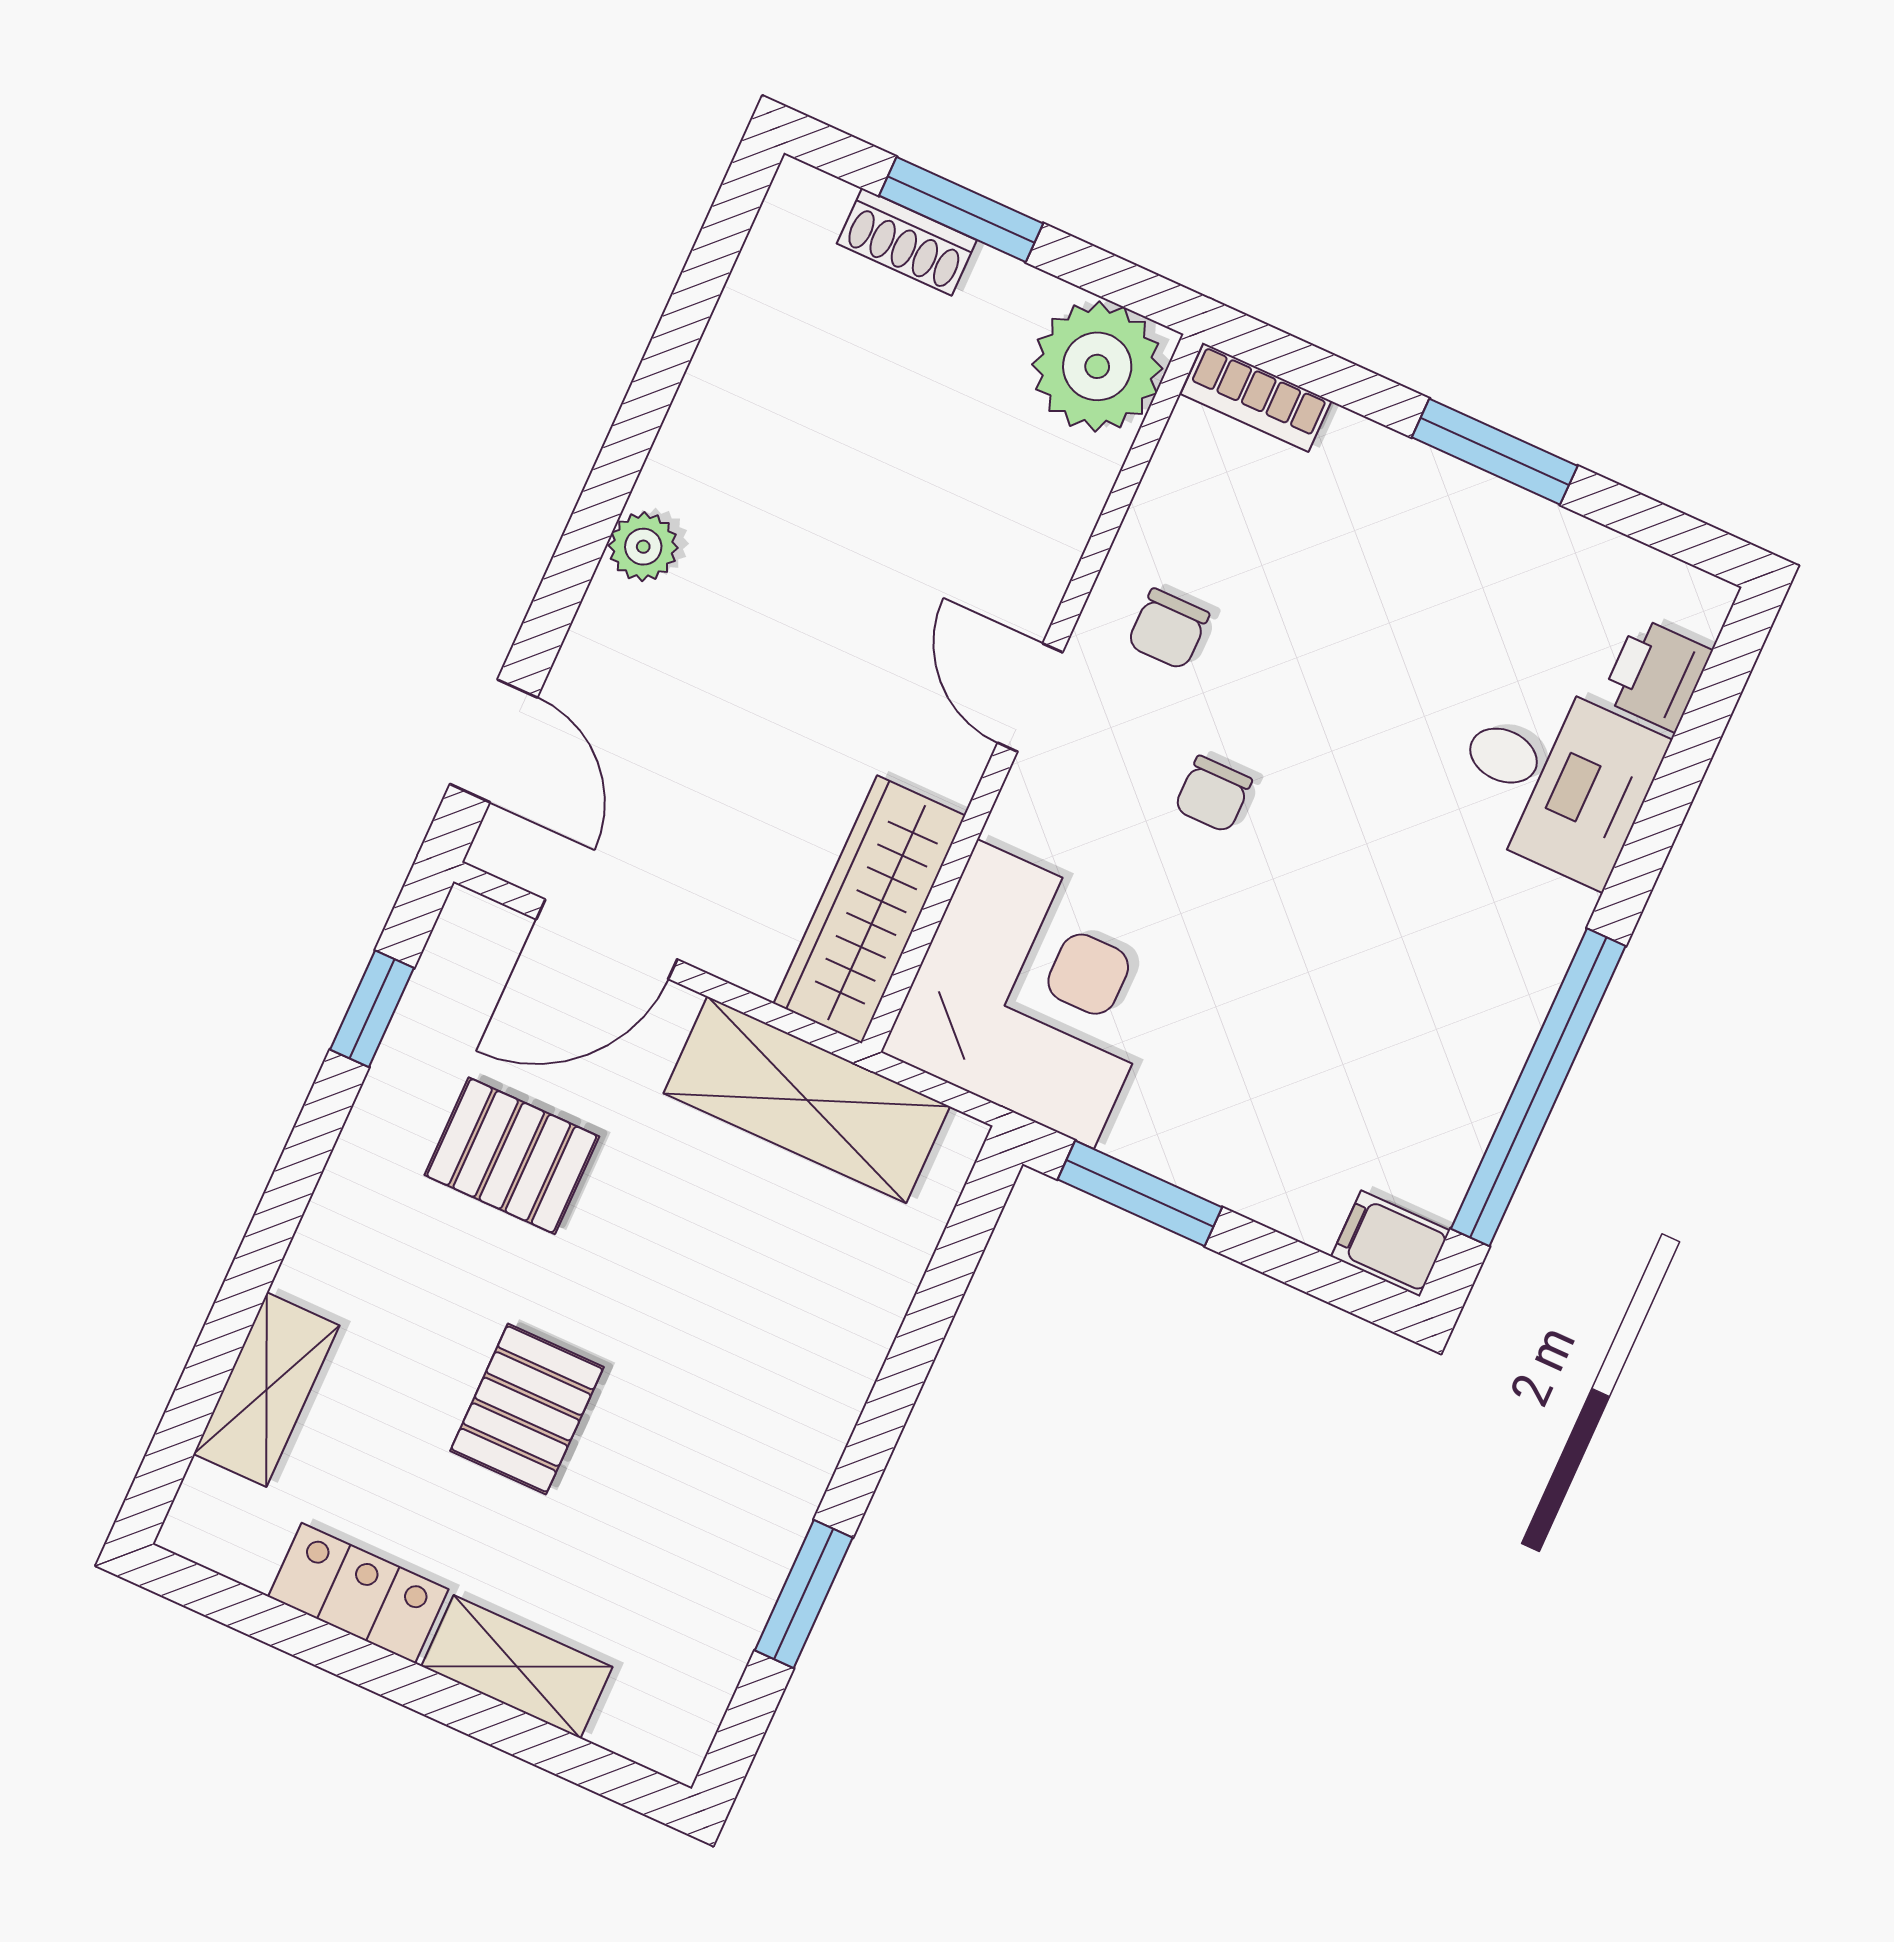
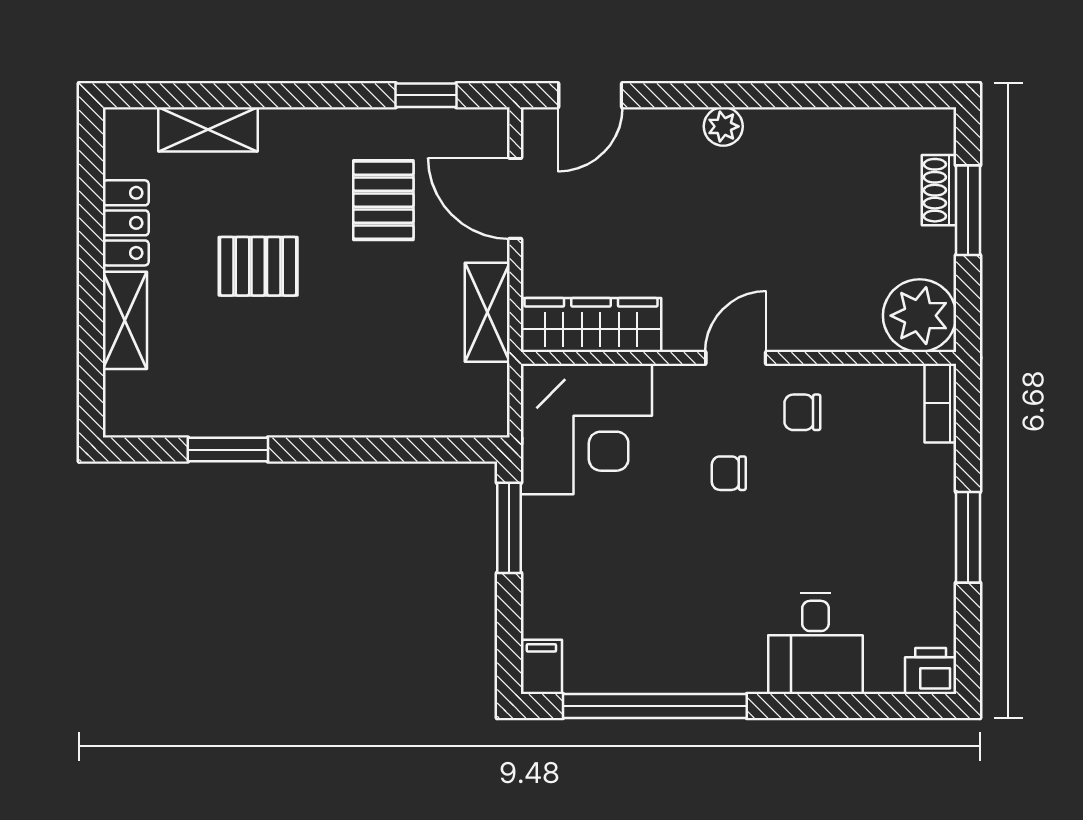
printer: (1656, 675) -> (931, 671), moved
shelving: (807, 1100) -> (487, 312), width x0.67, depth x0.75

